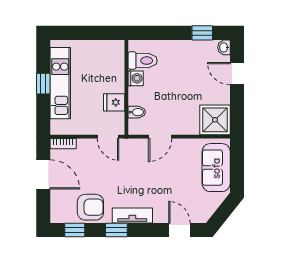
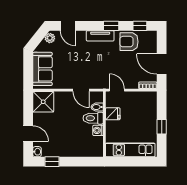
toilet: (143, 61) -> (93, 118), moved
kitchen unit: (60, 83) -> (130, 150), moved, turned 90
door: (160, 137) -> (81, 90), swing flipped
plant: (205, 212) -> (50, 38), added

